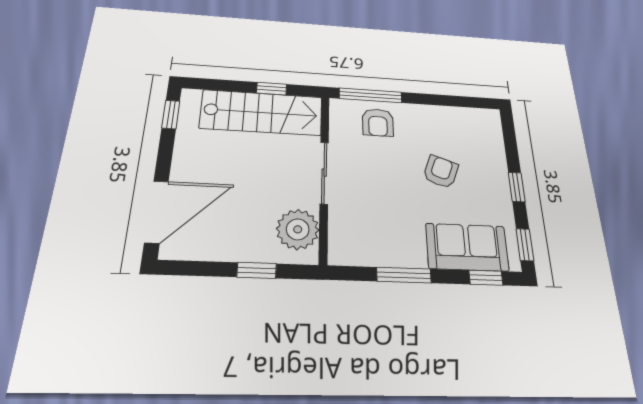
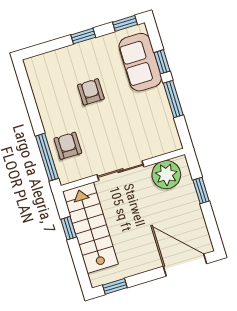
armchair: (378, 122) -> (68, 146), turned -90
armchair: (441, 172) -> (91, 92), turned 70
window: (486, 278) -> (162, 62), moved

